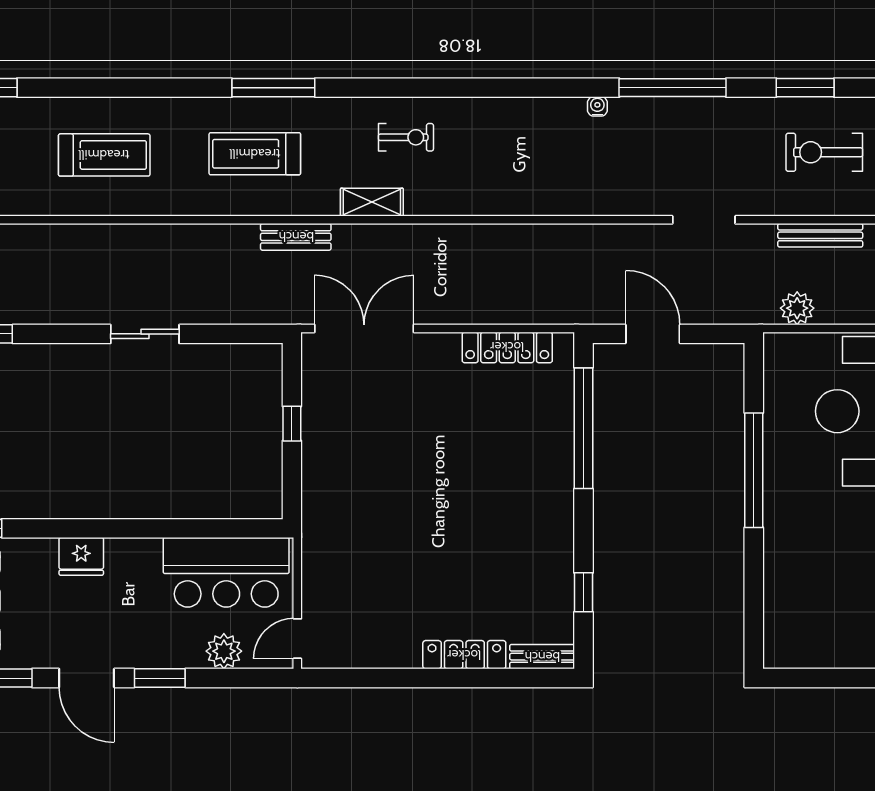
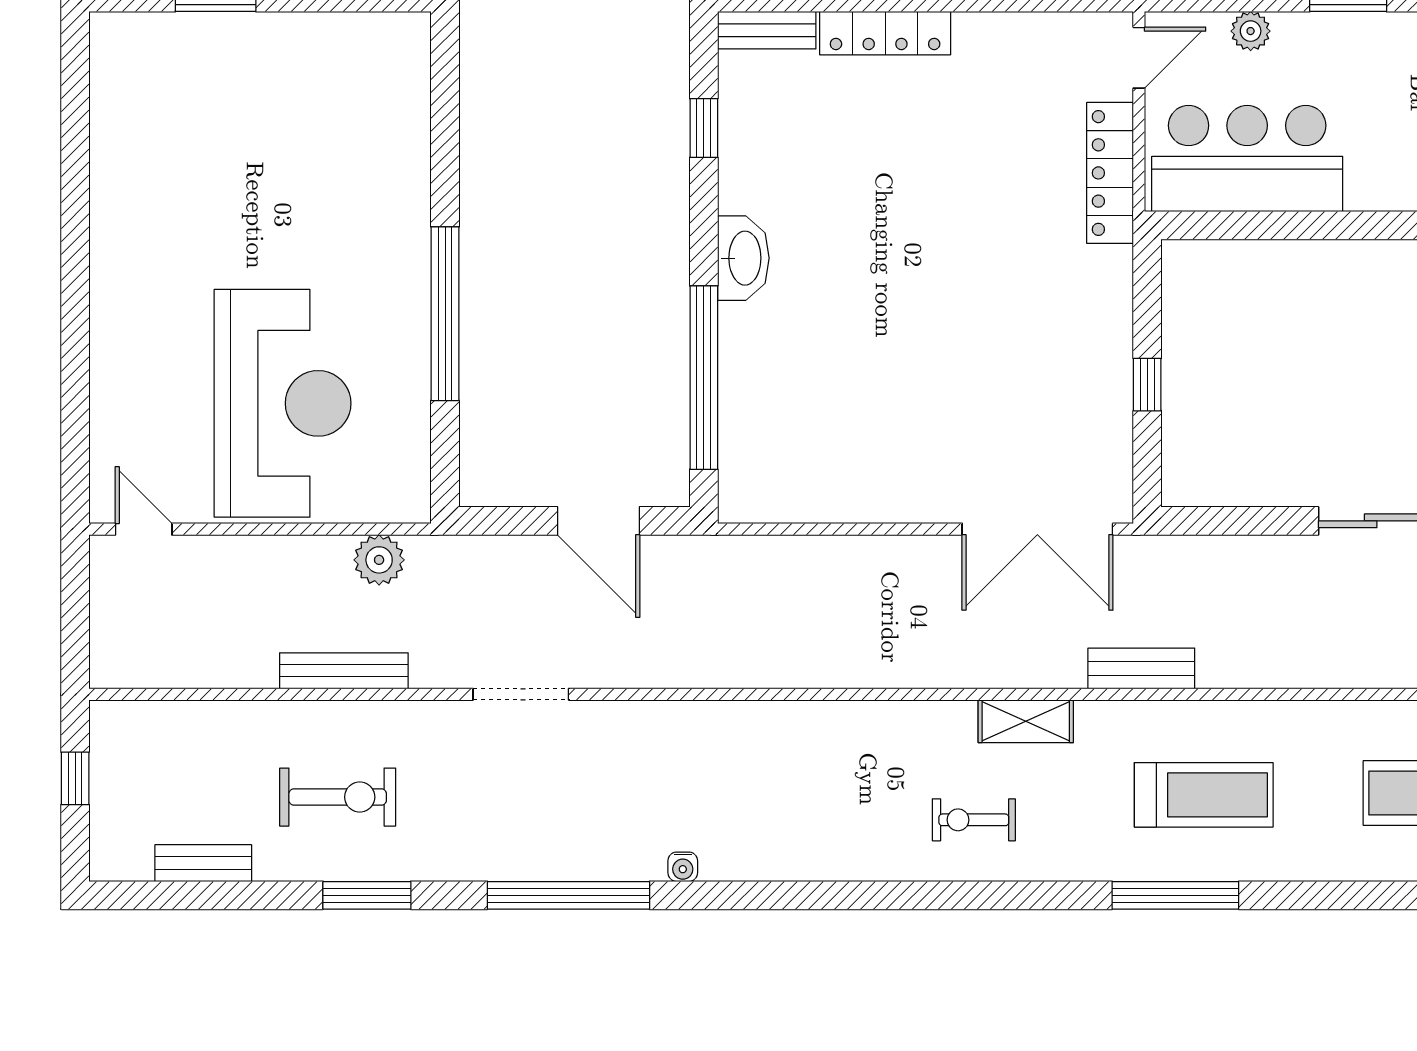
locker: (507, 347) -> (1110, 173), moved, turned -90
washbasin: (557, 507) -> (743, 258), added
plant: (224, 651) -> (1251, 31), width x0.73, depth x0.73

